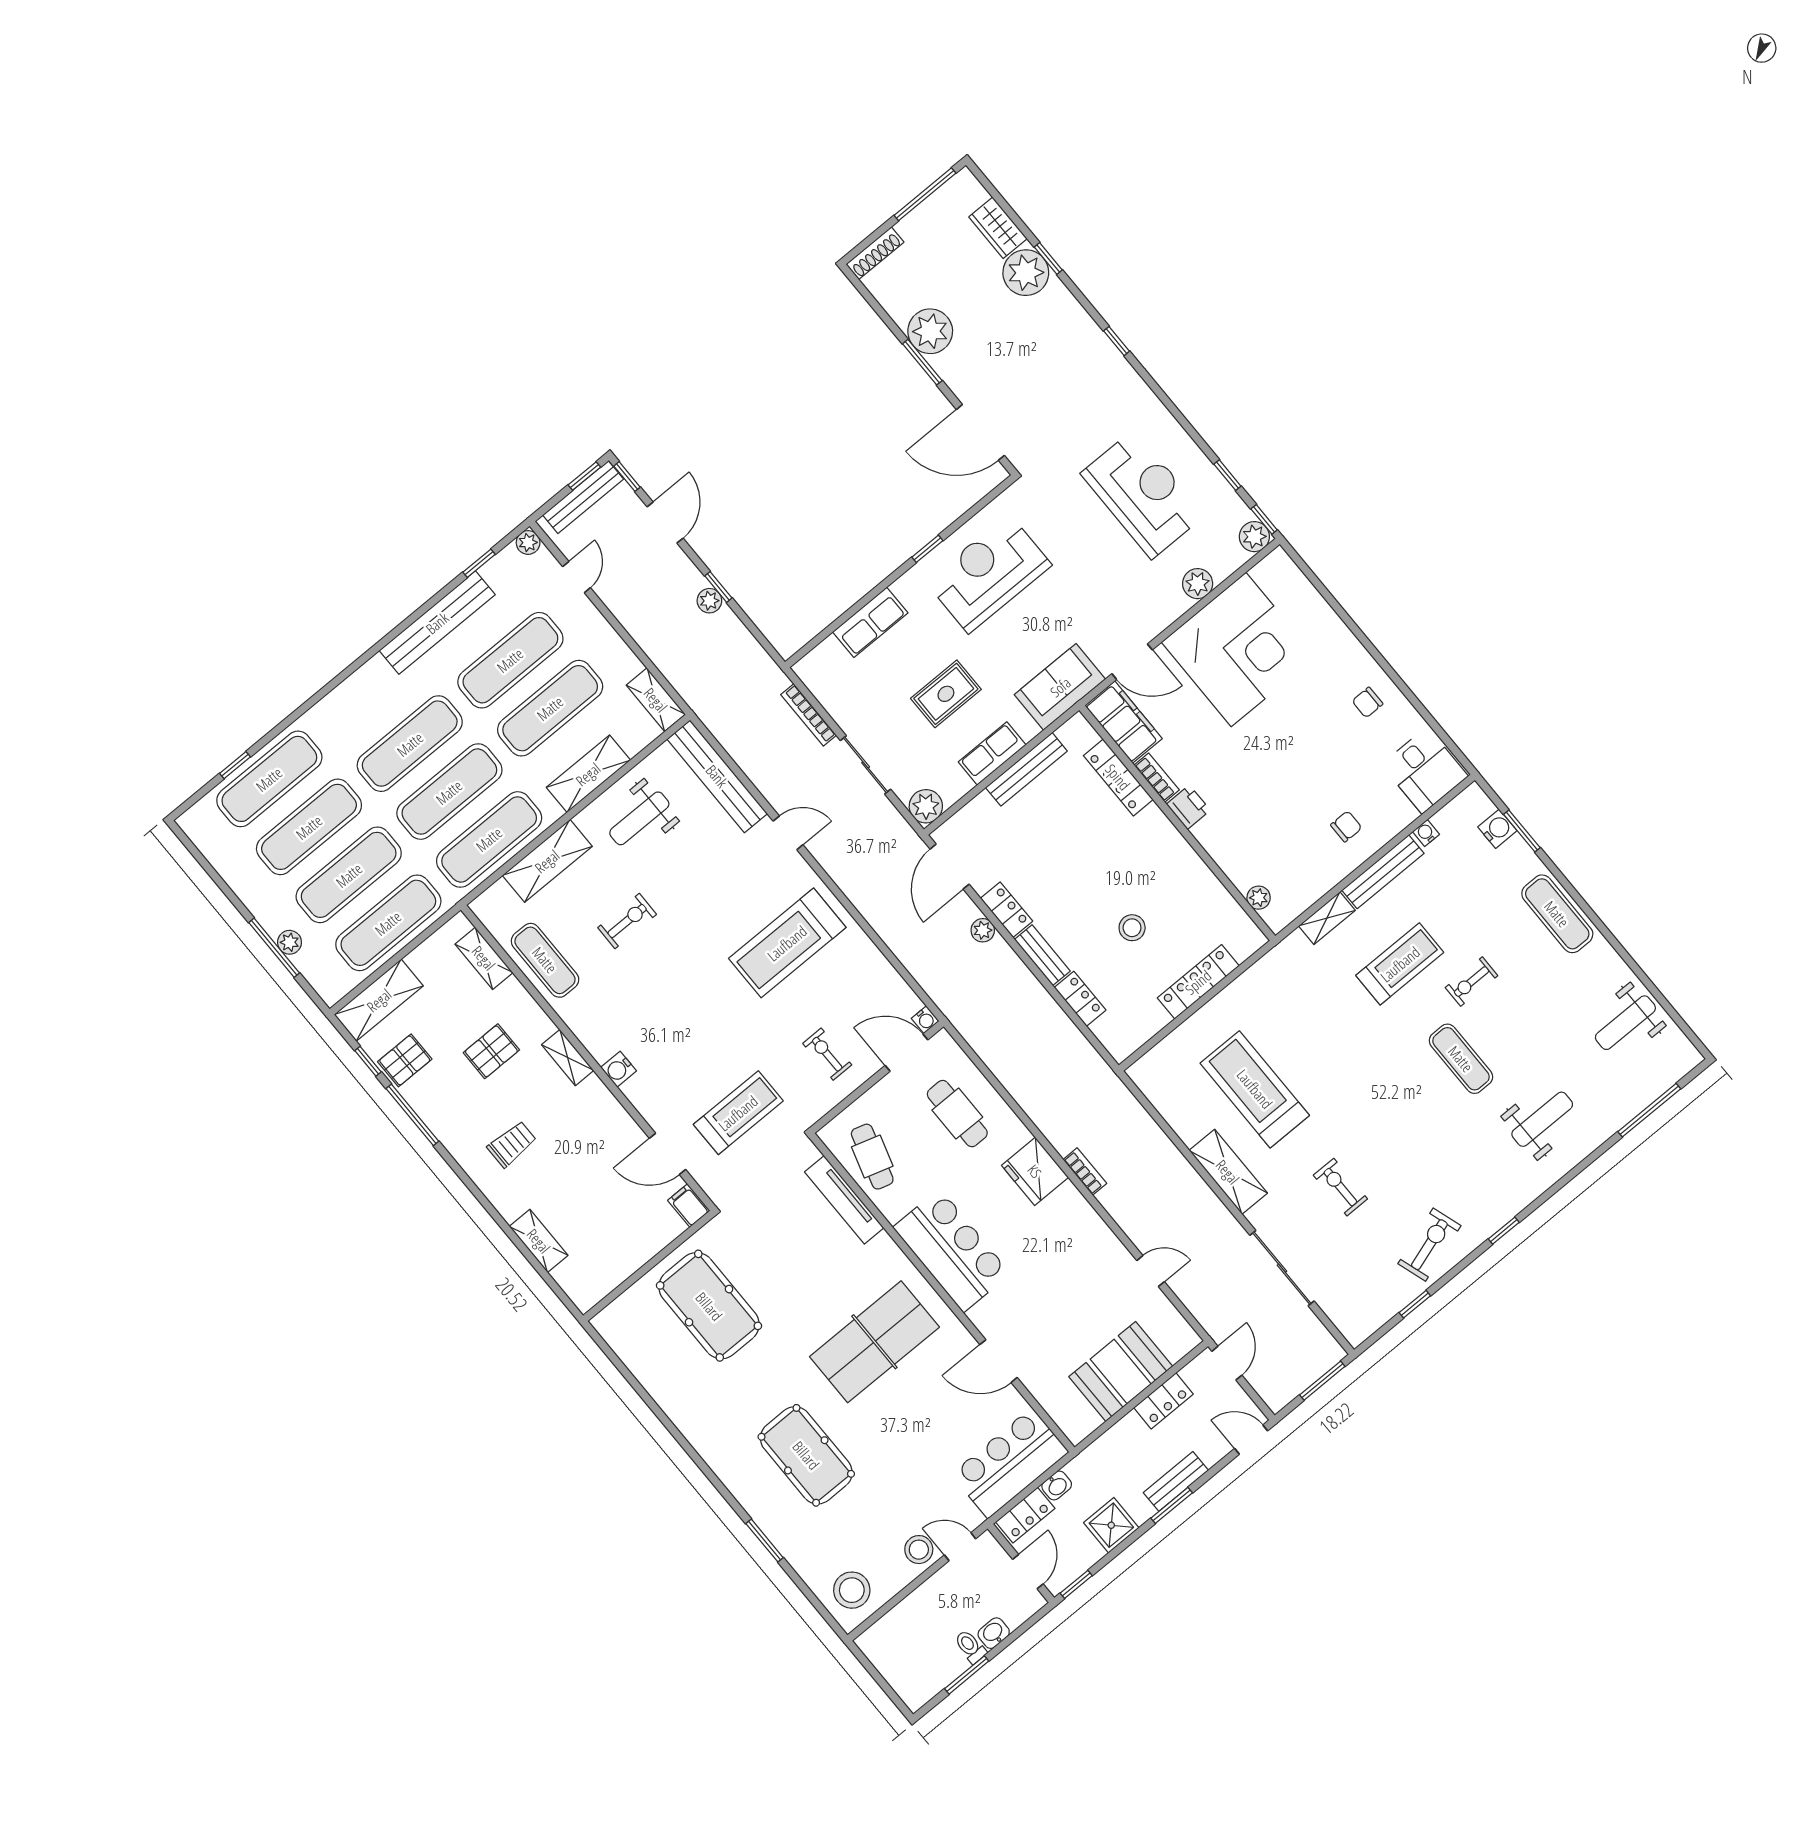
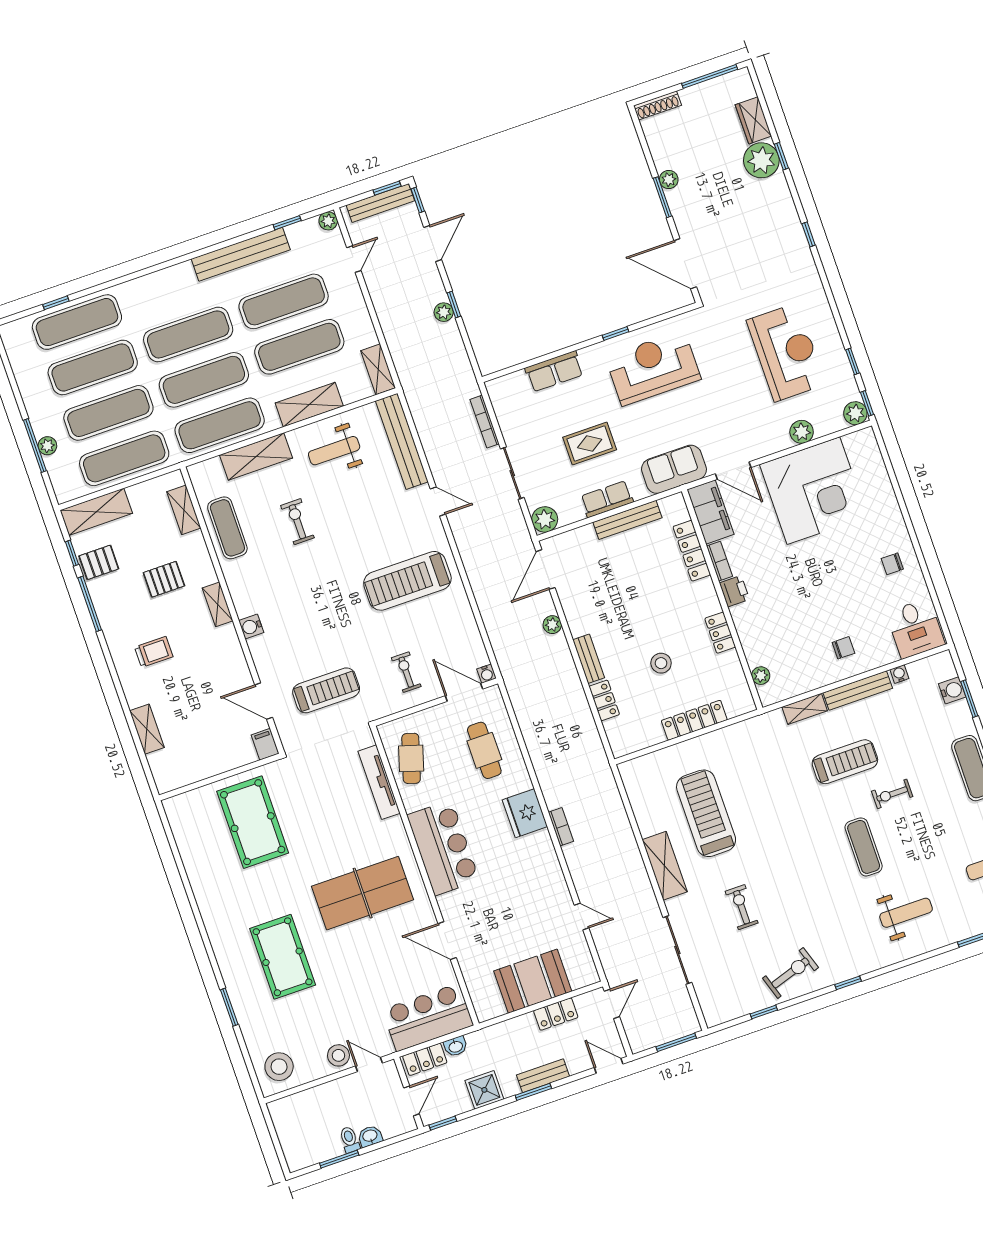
plant: (930, 331) -> (669, 180), width x0.53, depth x0.53
locker: (1007, 910) -> (720, 633), moved, turned 180
exercise bike: (627, 921) -> (297, 522), turned -90

